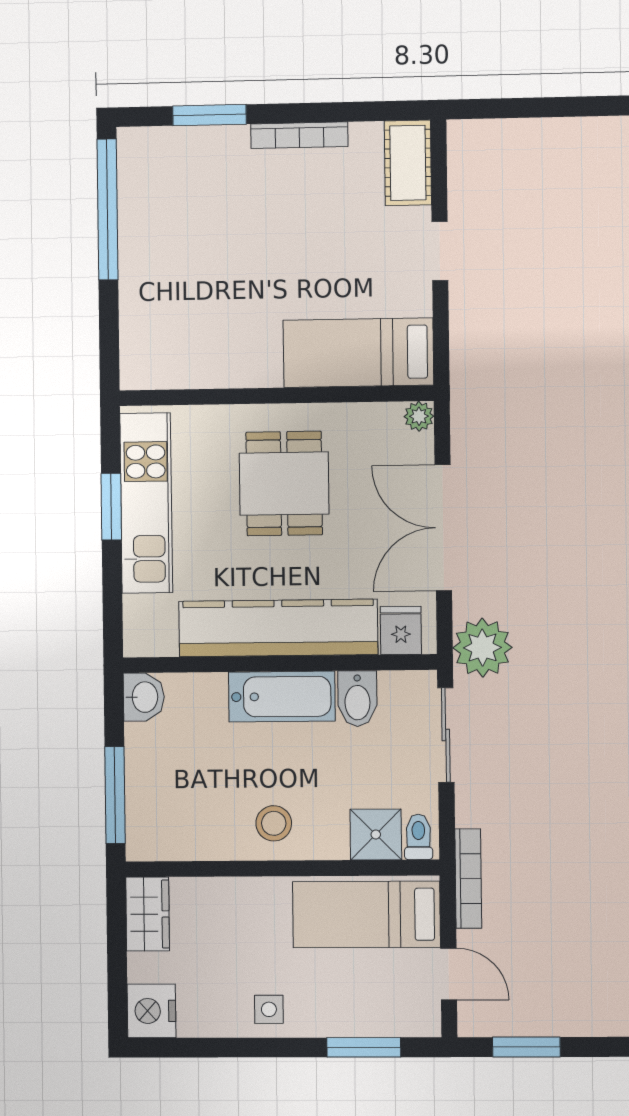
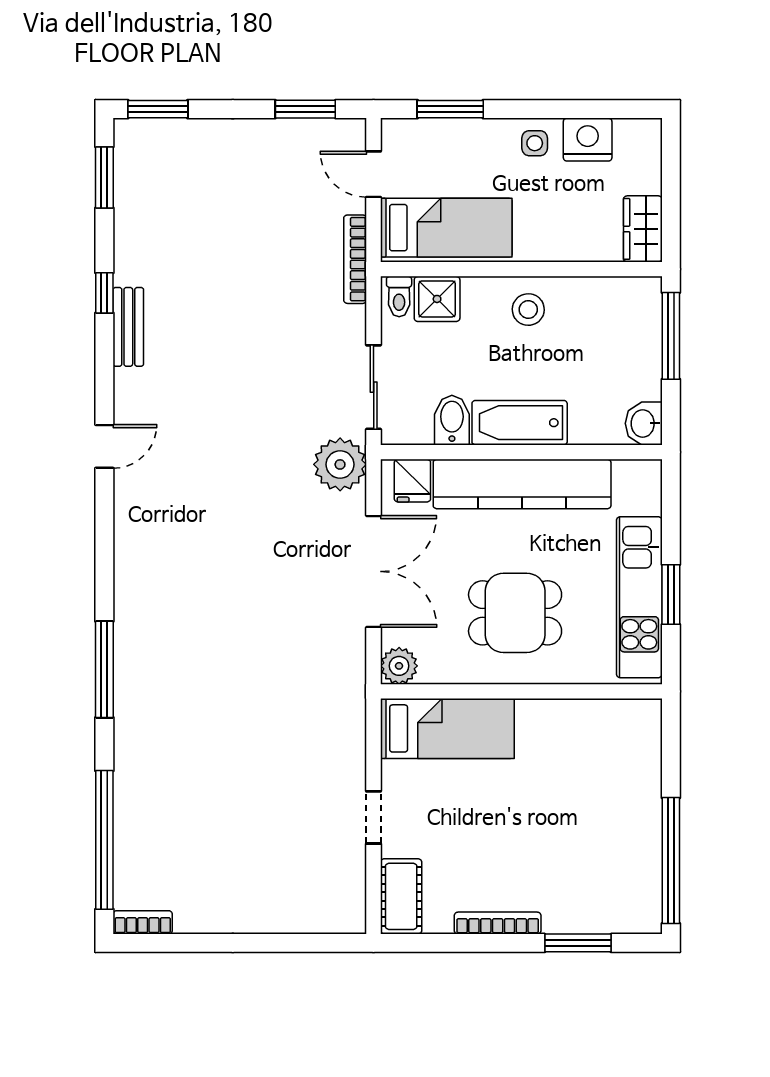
plant: (419, 416) -> (399, 666), width x1.38, depth x1.38
dining table: (284, 484) -> (515, 613), turned 90
nightstand: (152, 1011) -> (588, 140), moved, turned -90

